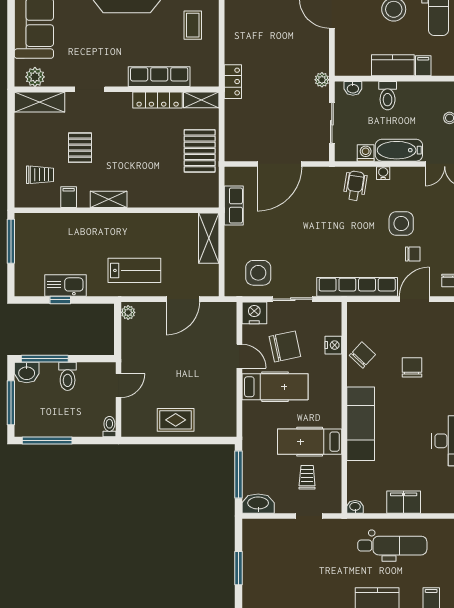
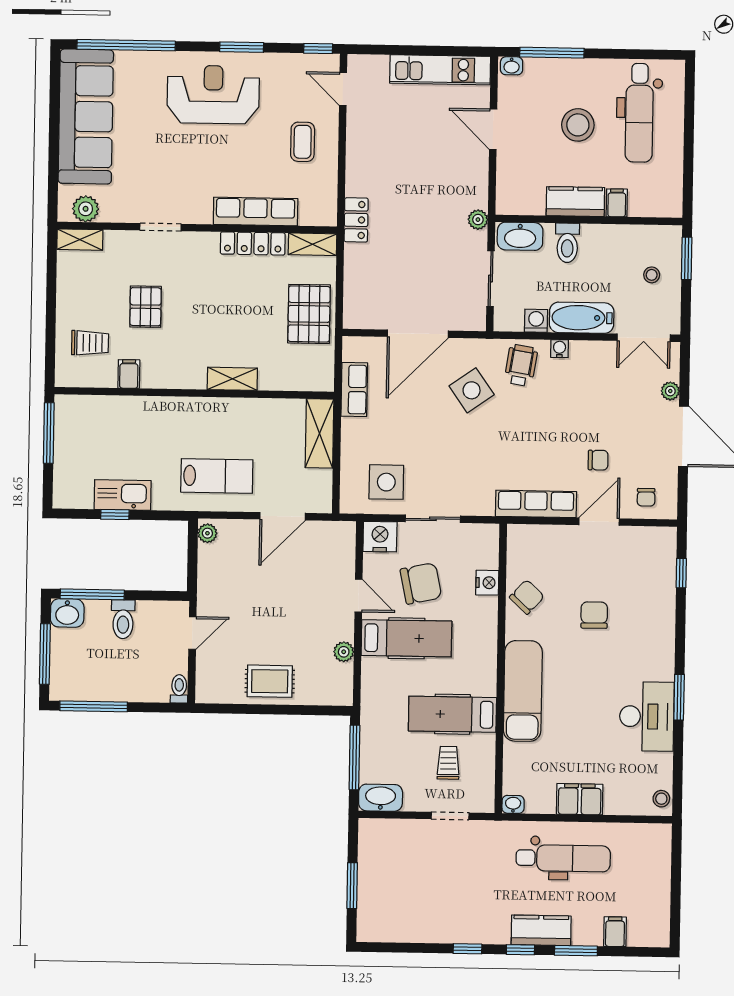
washbasin: (353, 88) -> (520, 236), width x1.91, depth x1.45
shelving: (40, 102) -> (80, 240), width x0.67, depth x0.75
shelving: (109, 199) -> (232, 379), moved
side table: (401, 224) -> (472, 390), moved, turned -35
row of seats: (357, 287) -> (536, 504), width x0.73
plant: (229, 397) -> (344, 652), added

